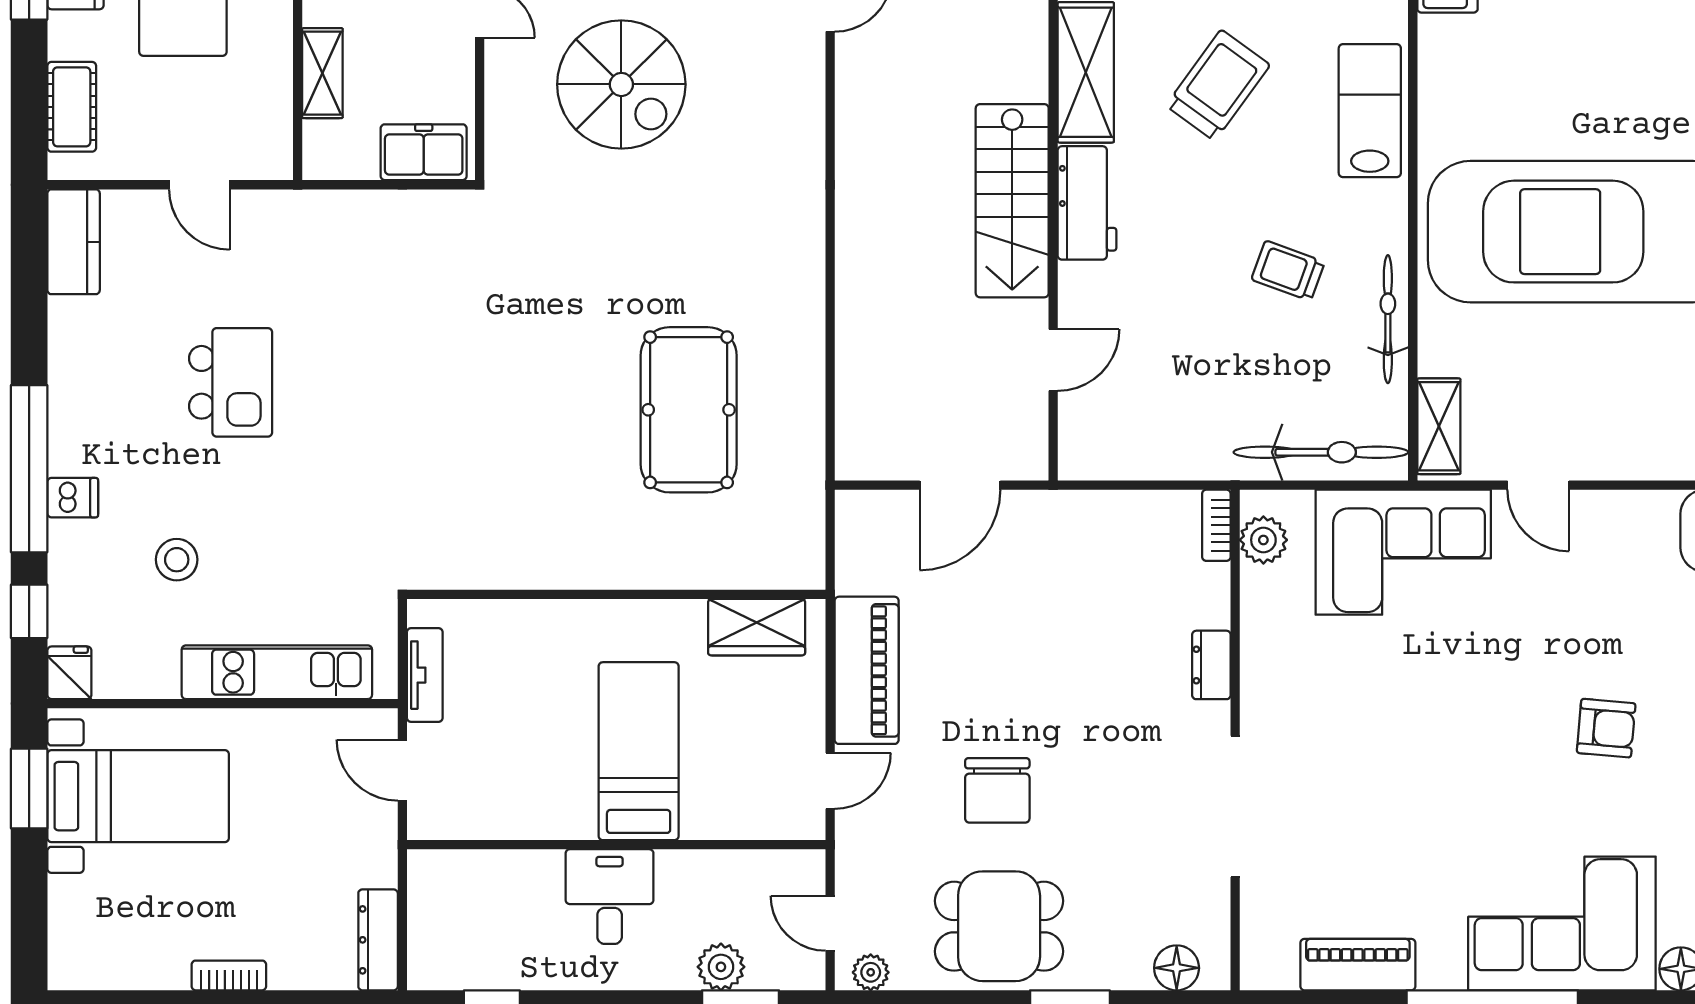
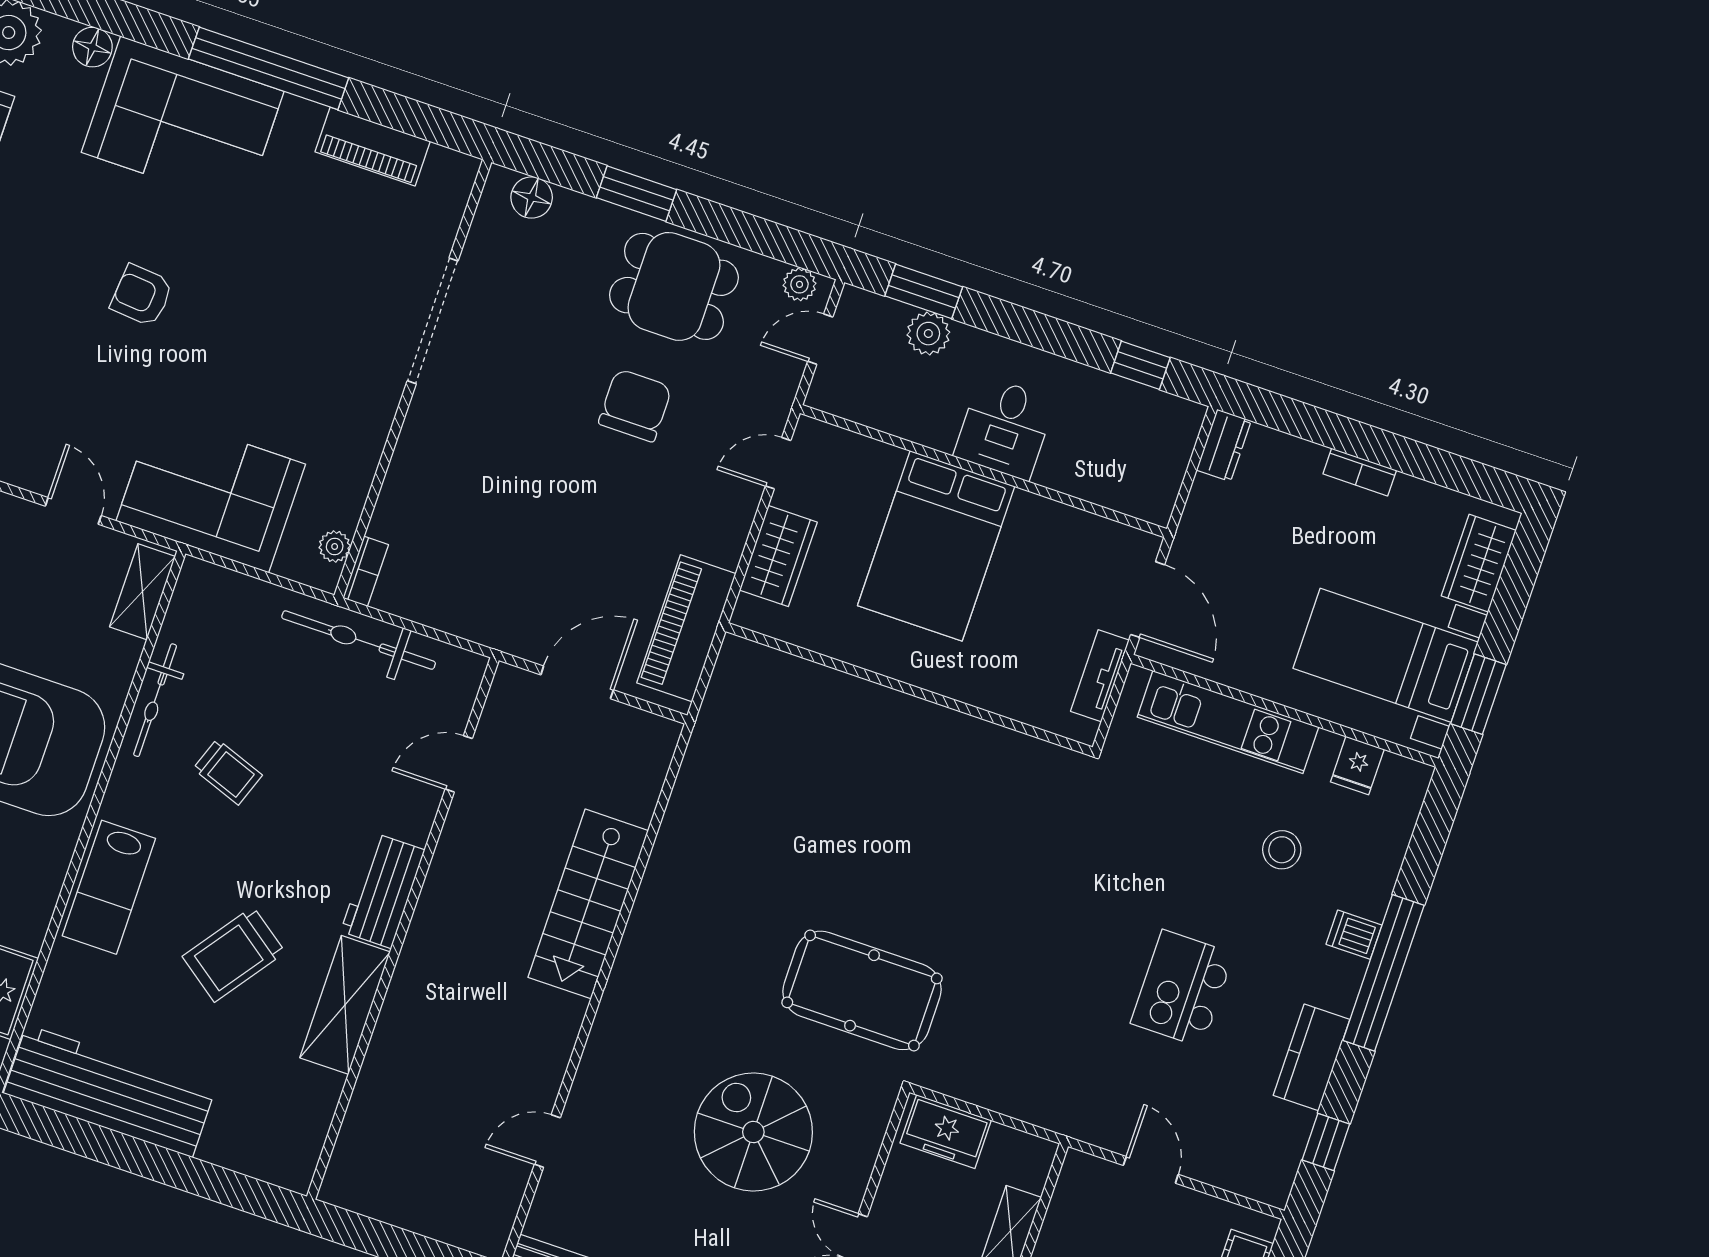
stairs: (1012, 201) -> (588, 904), moved, turned 180
kitchen counter: (74, 242) -> (1311, 1057), moved
pool table: (689, 410) -> (862, 990), moved, turned 90
bicycle: (1321, 452) -> (359, 640), moved
plant: (1263, 540) -> (335, 546), width x0.73, depth x0.73
window: (29, 611) -> (1326, 1142), moved
wardrobe: (757, 627) -> (778, 556), moved, turned 90
dresser: (1211, 665) -> (411, 451), removed
piano: (867, 670) -> (686, 628), moved
fridge: (69, 673) -> (1357, 766), moved
armchair: (1606, 728) -> (142, 295), moved
bed: (639, 751) -> (936, 546), width x1.50
door: (402, 770) -> (1148, 600), width x1.38
wardrobe: (75, 923) -> (1479, 563), added
door: (830, 923) -> (820, 339), swing flipped
dresser: (378, 940) -> (1224, 445), width x0.70

